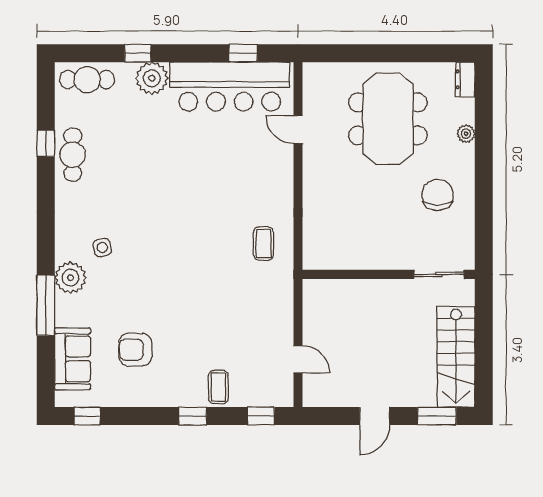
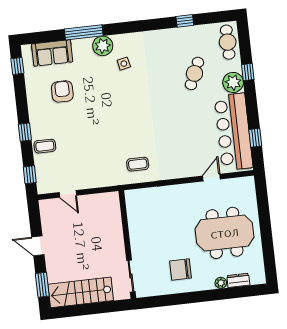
dresser: (465, 79) -> (238, 280), moved
cafe table: (73, 155) -> (194, 73), moved, turned -66
chair: (438, 195) -> (181, 269), turned 180
door: (298, 359) -> (68, 194), hinge flipped

